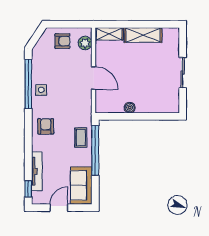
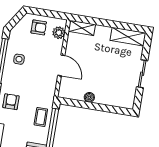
shelving: (143, 35) -> (128, 37), moved
side table: (41, 90) -> (19, 59), moved

